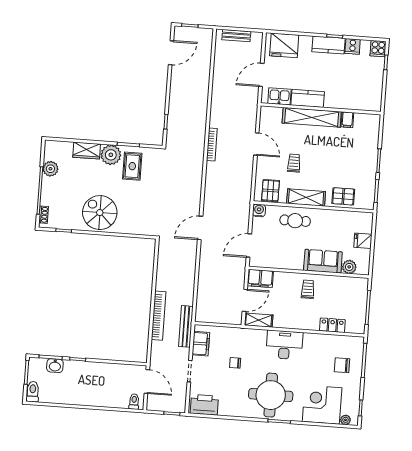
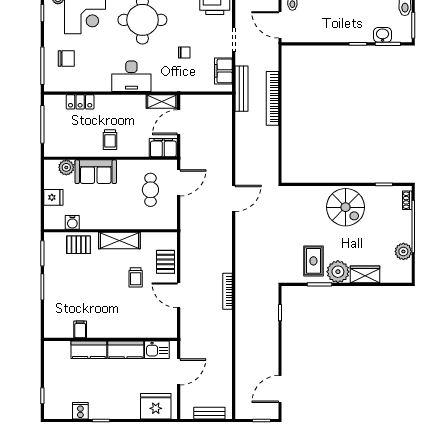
kitchen counter: (328, 45) -> (89, 350), moved, turned 180
cooker: (378, 49) -> (52, 410), removed
shelving: (312, 117) -> (120, 329), removed
pallet: (270, 191) -> (165, 262), moved
water cooler: (259, 210) -> (72, 222), moved
cafe table: (295, 221) -> (150, 190), moved, turned 90

